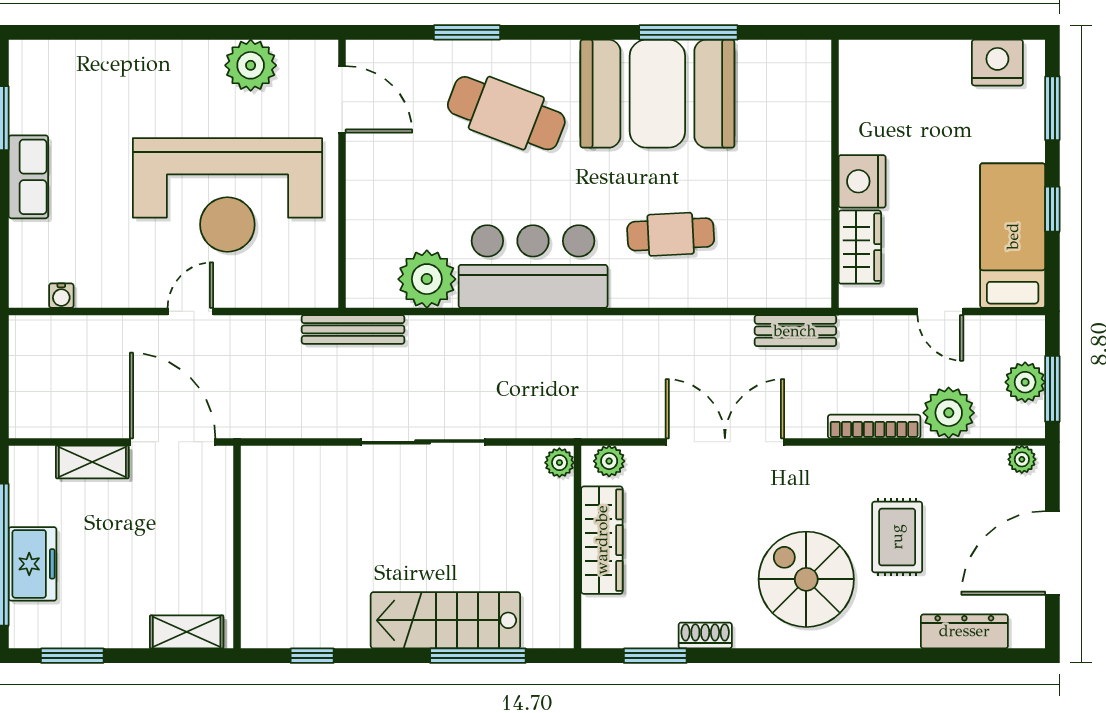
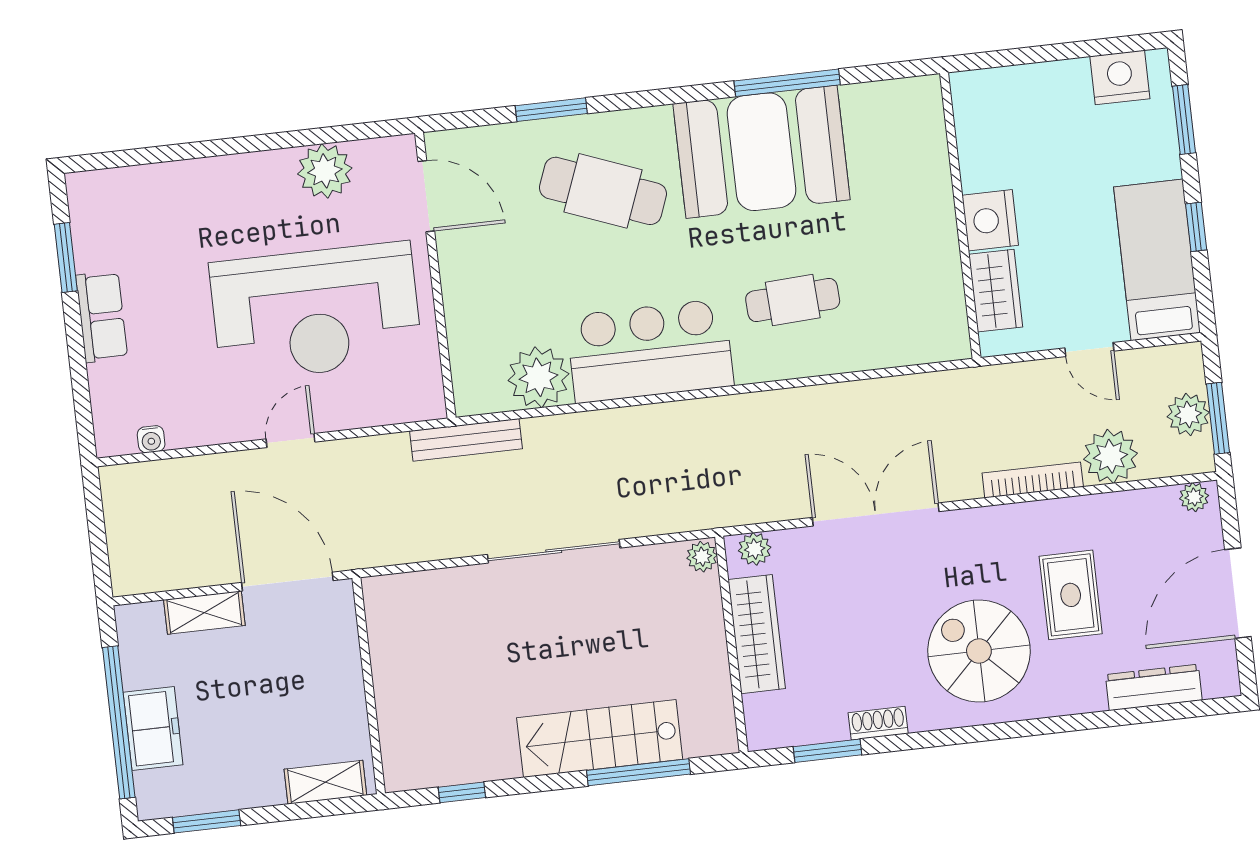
bench: (795, 331) -> (937, 387), removed

